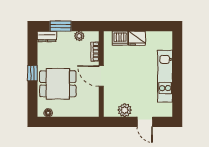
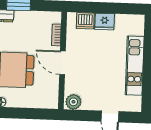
plant: (79, 36) -> (39, 17), removed
plant: (125, 110) -> (73, 102), moved

